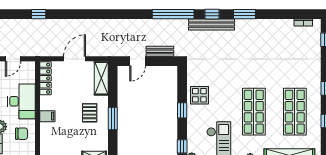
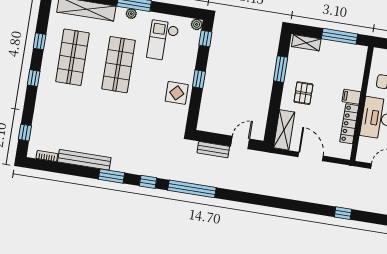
bench: (211, 25) -> (84, 160), moved
door: (75, 59) -> (311, 156), swing flipped
locker: (46, 78) -> (349, 124), moved
window: (113, 118) -> (281, 69), moved

